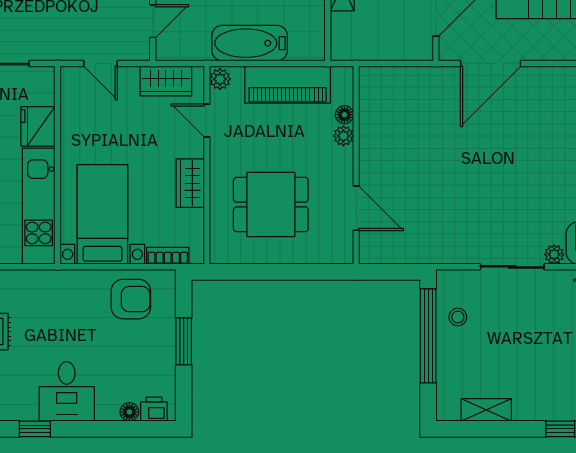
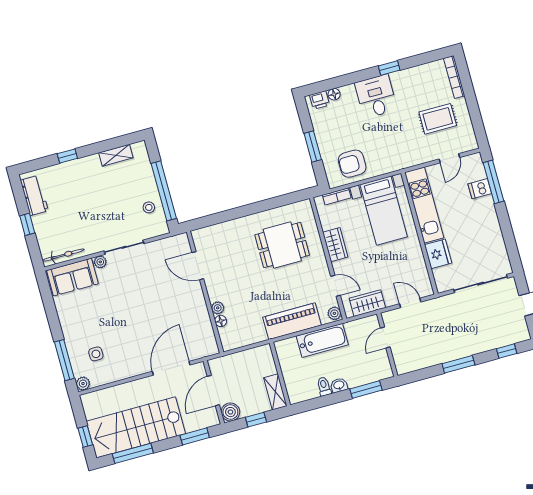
floor lamp: (344, 115) -> (221, 321), moved
plant: (343, 136) -> (218, 308), moved
wall: (356, 165) -> (205, 292), moved
door: (356, 208) -> (198, 266), moved

